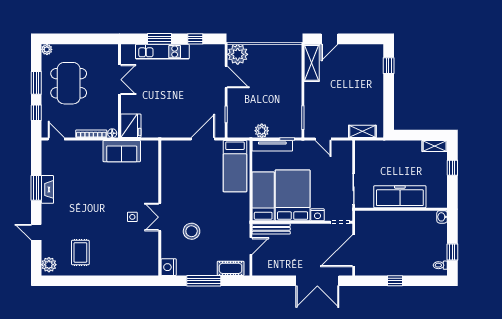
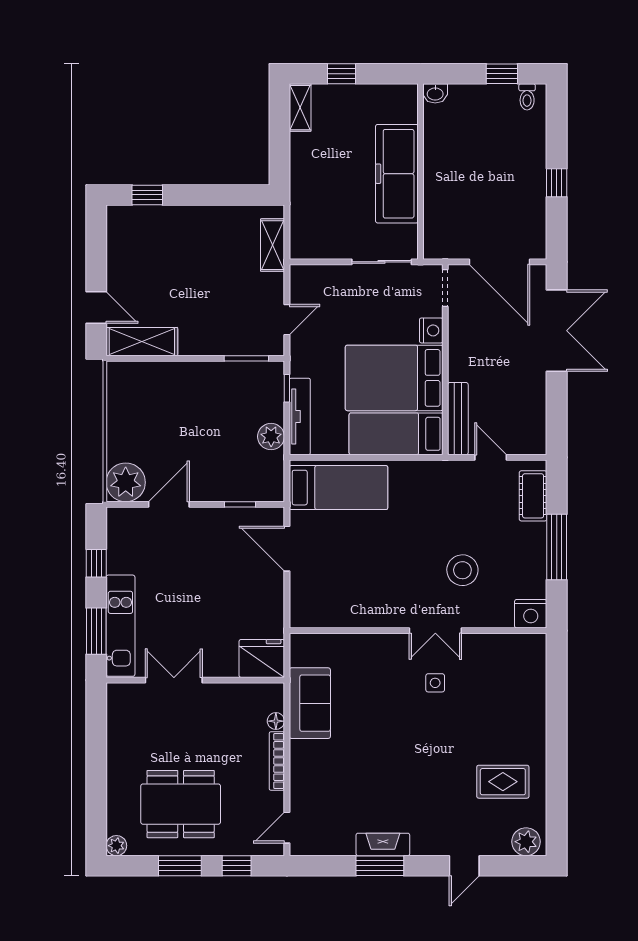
double door: (119, 80) -> (174, 680), moved
wall: (119, 91) -> (195, 680), moved
fridge: (131, 126) -> (262, 658), moved

